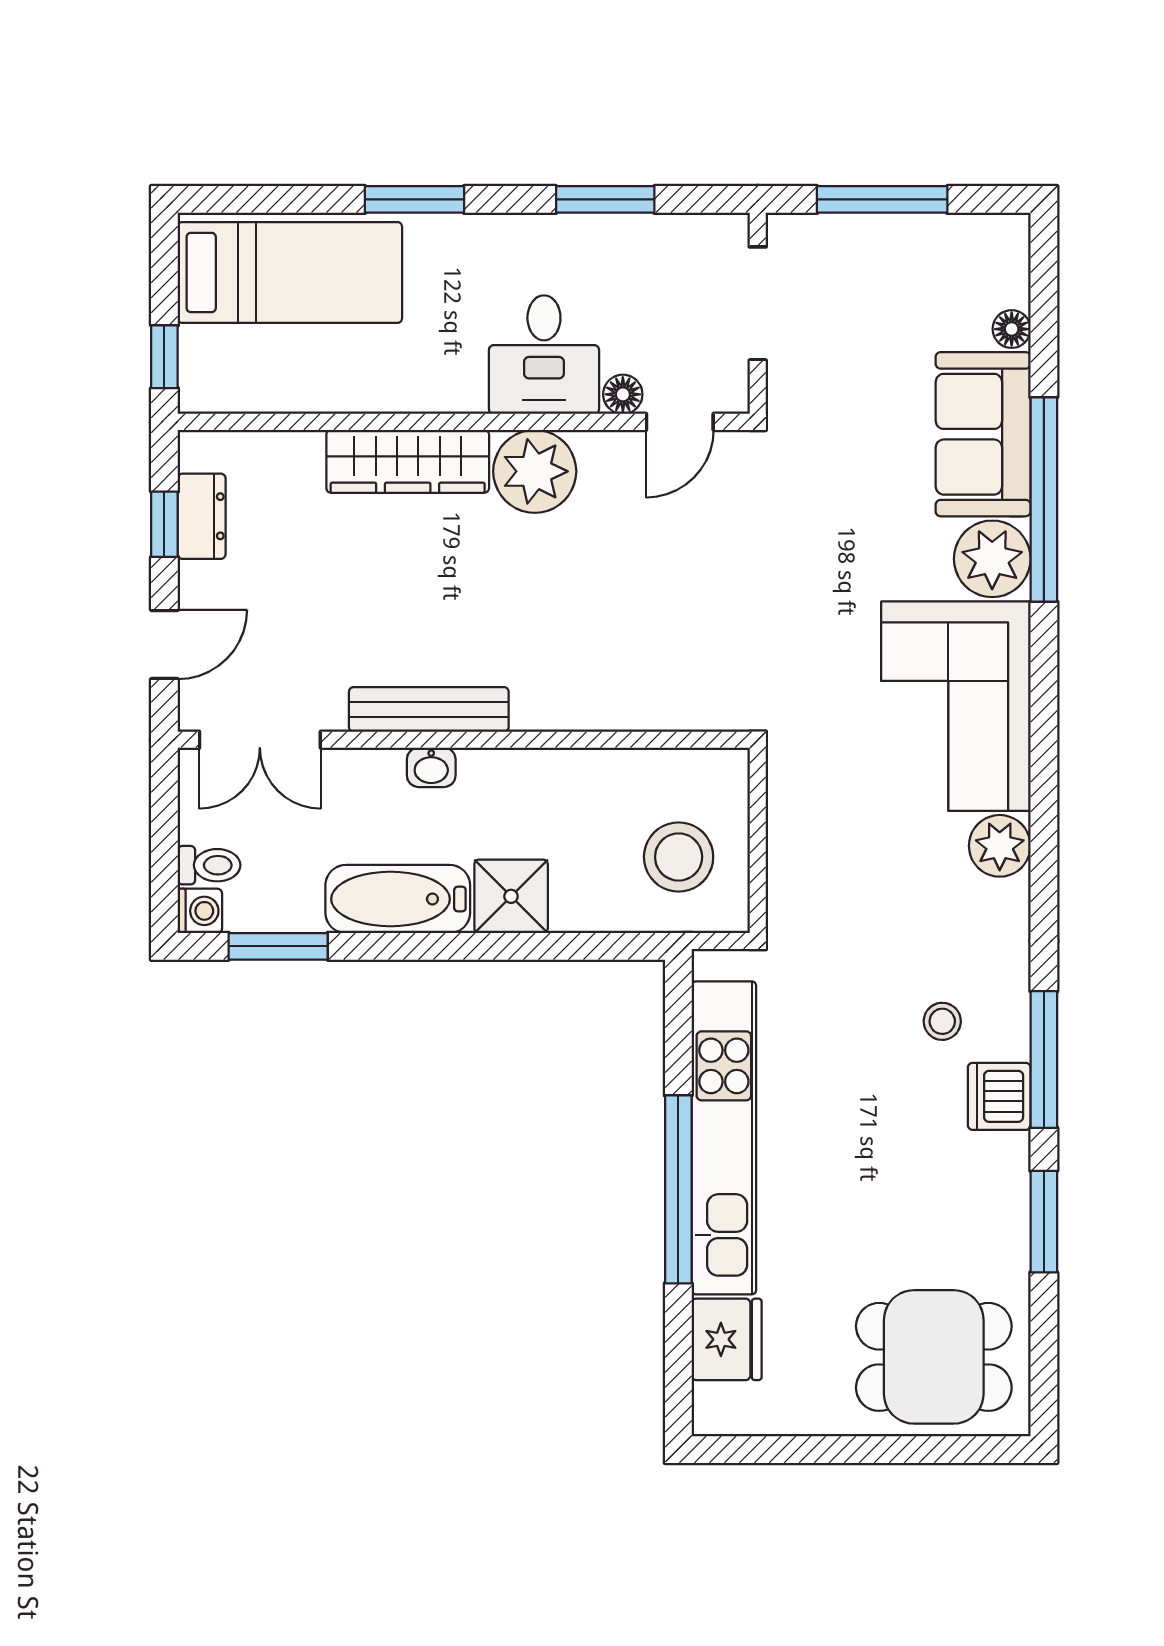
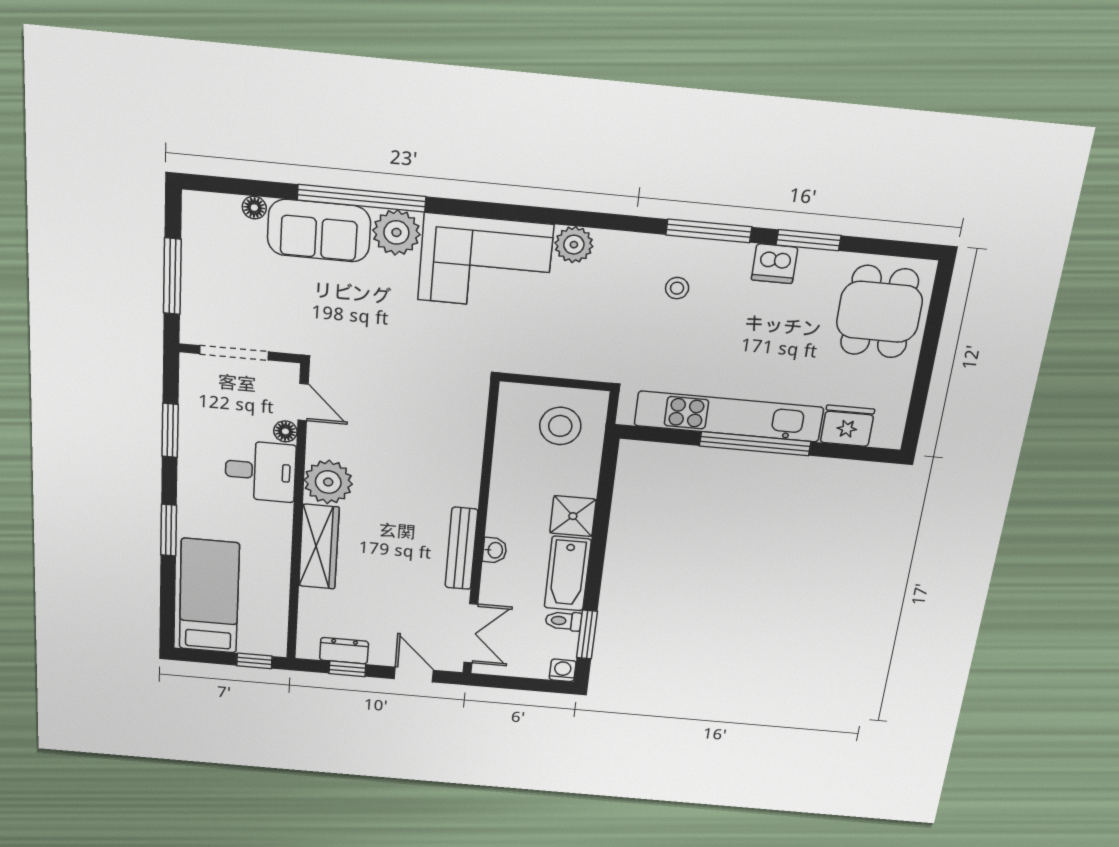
toilet: (209, 865) -> (563, 621), moved, turned -90
dishwasher: (999, 1096) -> (775, 264), moved

